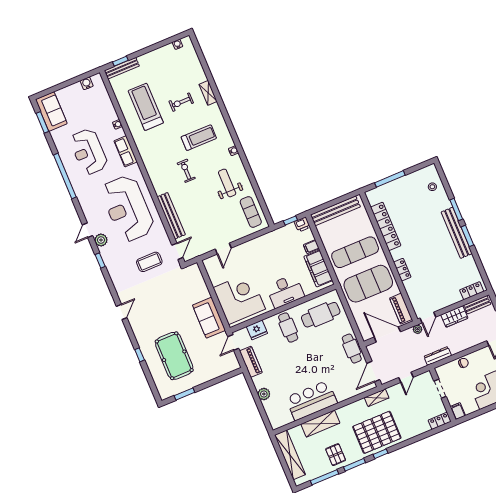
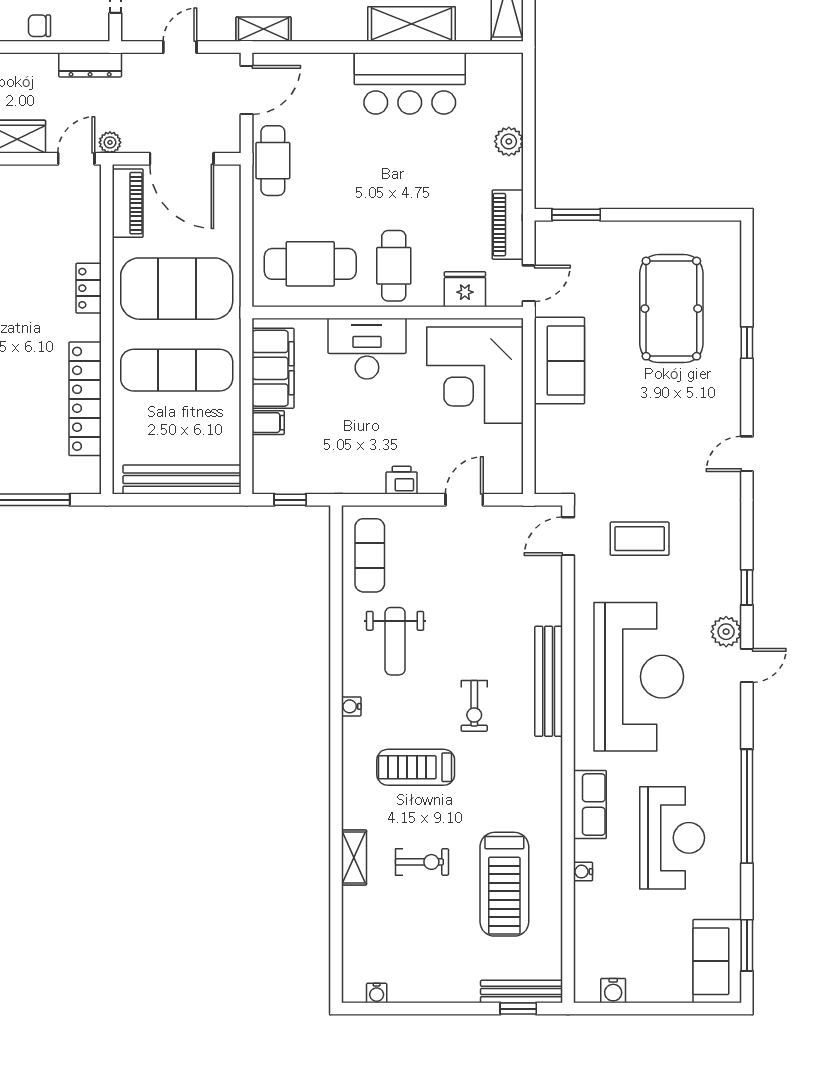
bench: (171, 216) -> (549, 681), moved
printer: (302, 224) -> (402, 480), moved
window: (184, 394) -> (576, 215), moved

